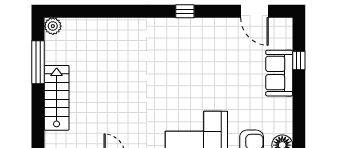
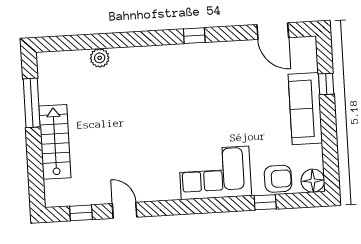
plant: (53, 26) -> (100, 58), moved
sofa: (279, 73) -> (305, 109), width x1.36

